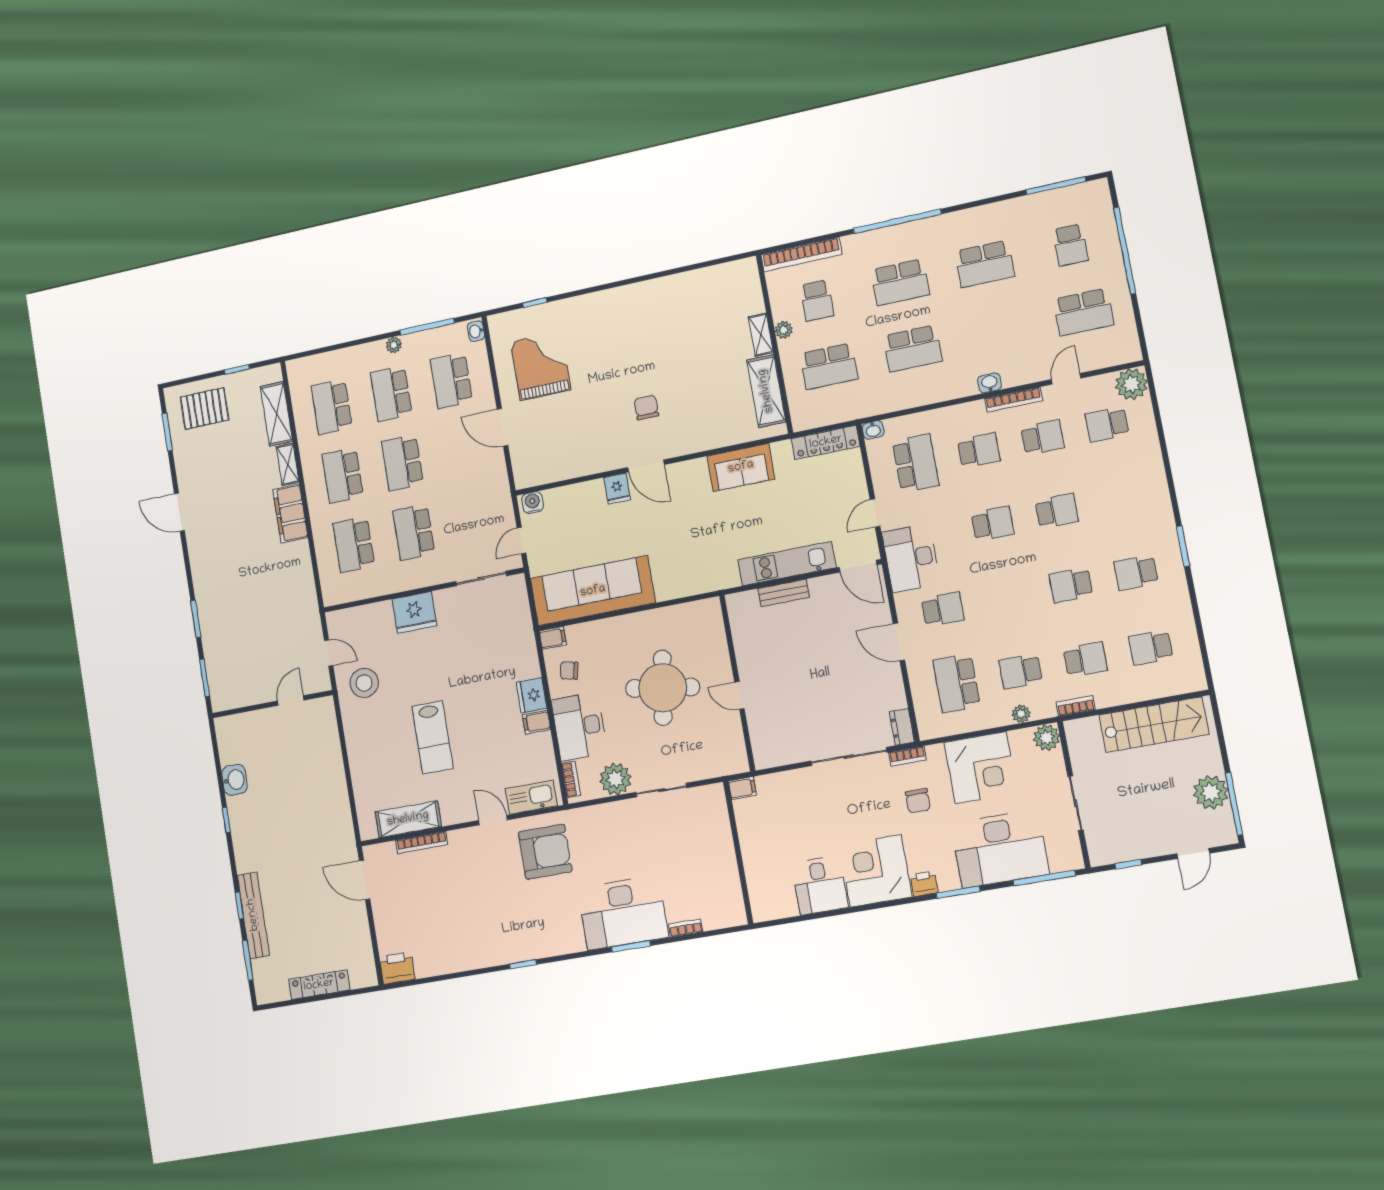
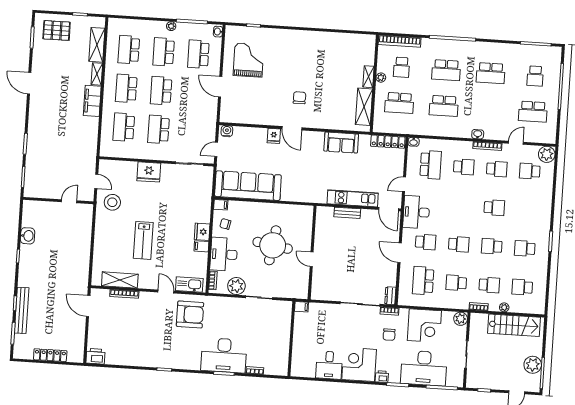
school desk: (993, 524) -> (459, 244), moved
plant: (1021, 714) -> (504, 307), moved

